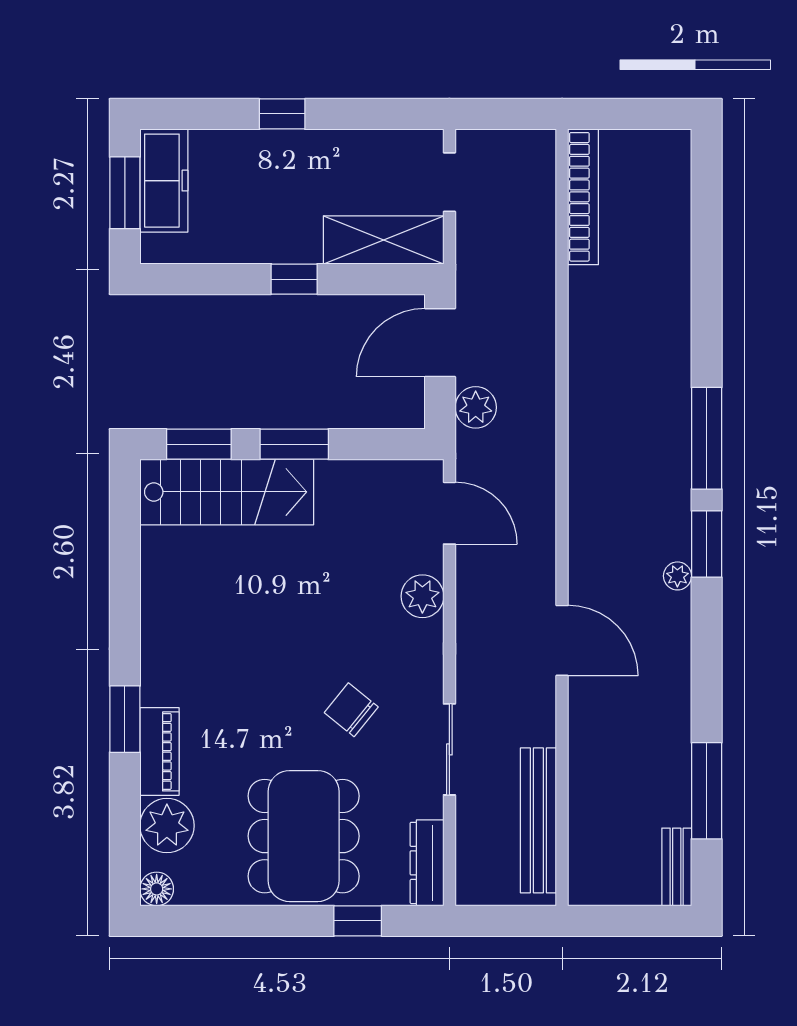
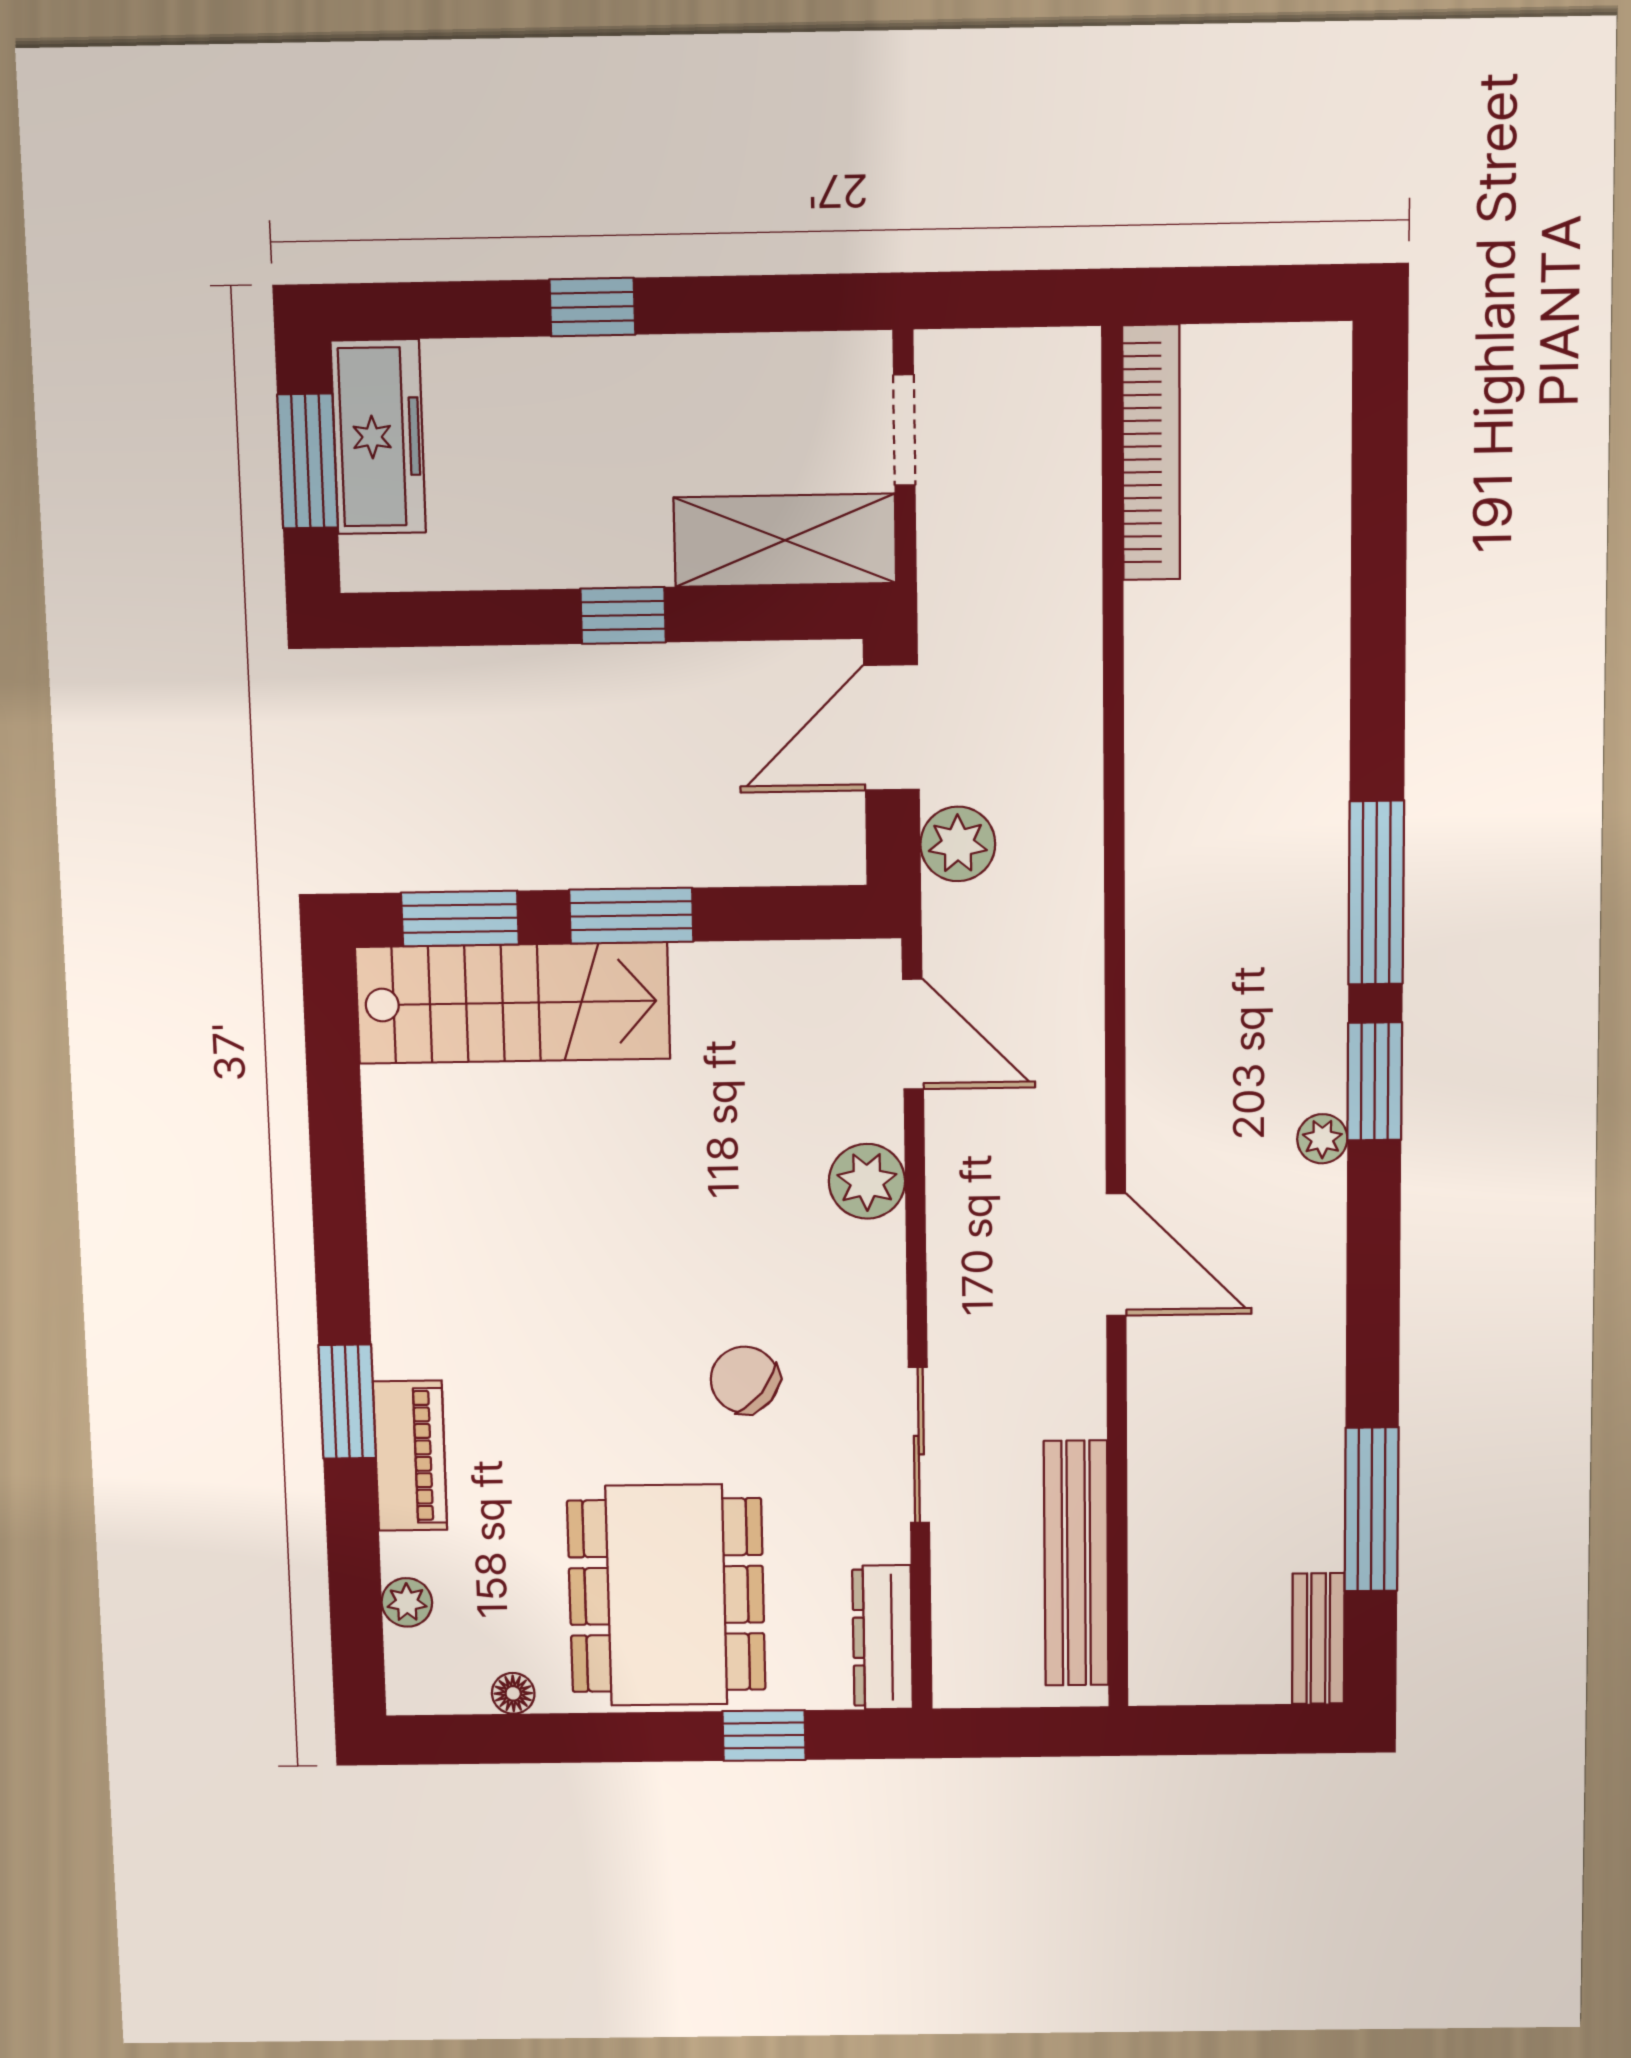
plant: (167, 826) -> (407, 1602), width x0.53, depth x0.53
floor lamp: (157, 889) -> (513, 1693), moved, width x0.73, depth x0.73

